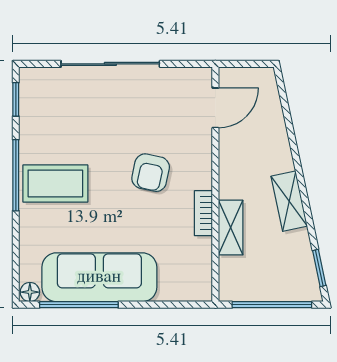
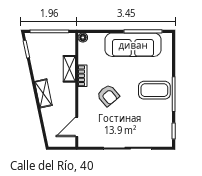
armchair: (151, 173) -> (108, 95), turned 128
shelving: (289, 201) -> (43, 93), moved
floor lamp: (30, 292) -> (83, 37), moved

